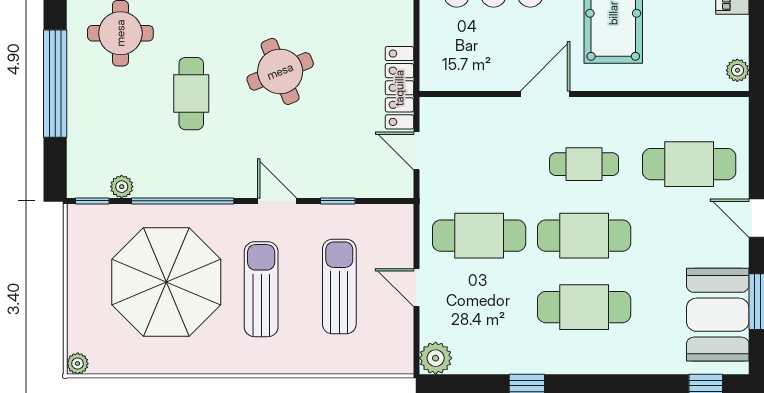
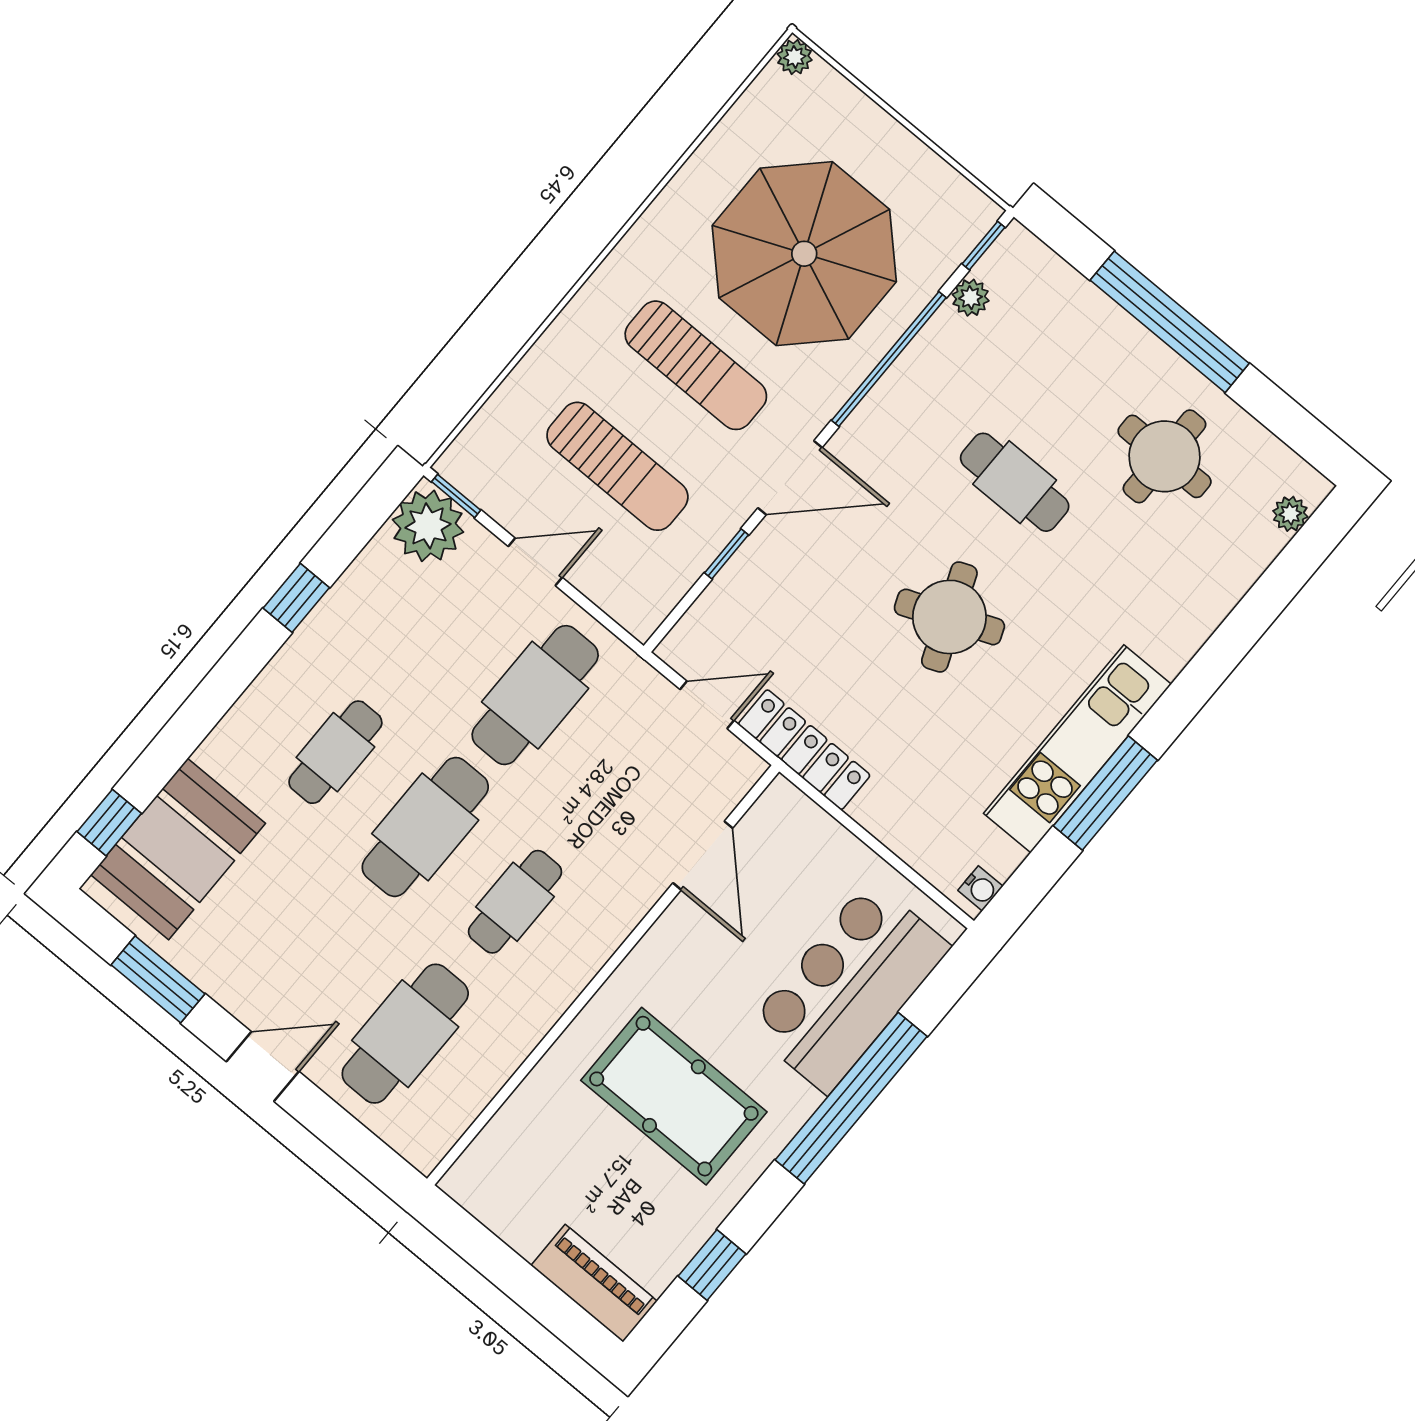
plant: (737, 70) -> (472, 1193), removed
door: (545, 94) -> (703, 856), moved
door: (277, 201) -> (790, 478), width x1.38
cafe table: (584, 307) -> (335, 752), width x0.73, depth x0.74
booth: (718, 315) -> (178, 849), moved, turned 90
window: (416, 351) -> (456, 496), added
plant: (436, 358) -> (428, 526), width x1.36, depth x1.36

